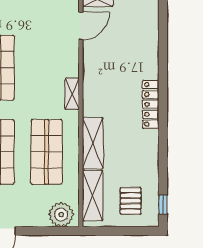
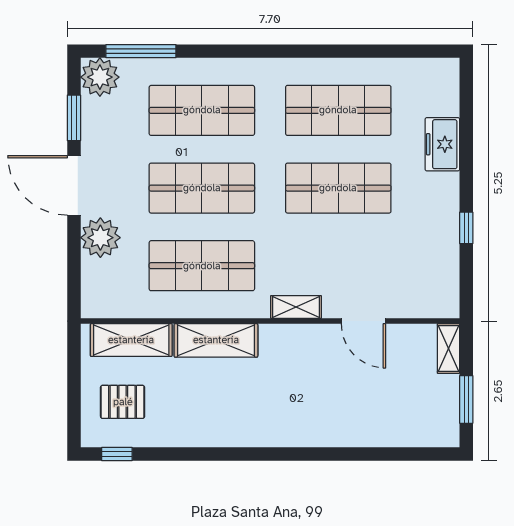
door: (81, 26) -> (363, 321), moved
locker: (151, 104) -> (279, 434), removed
plant: (61, 215) -> (100, 238), moved

